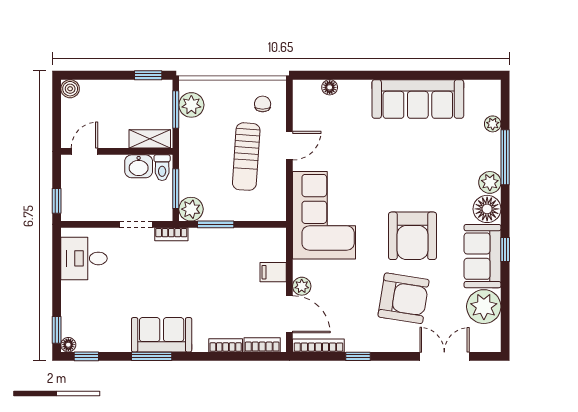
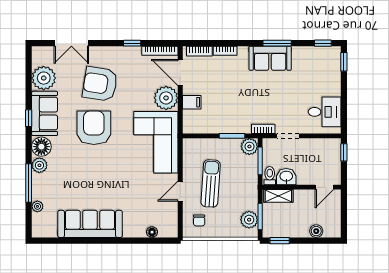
boiler: (70, 89) -> (316, 231), moved
plant: (302, 286) -> (166, 98), width x1.87, depth x1.87
floor lamp: (68, 345) -> (336, 51), removed

